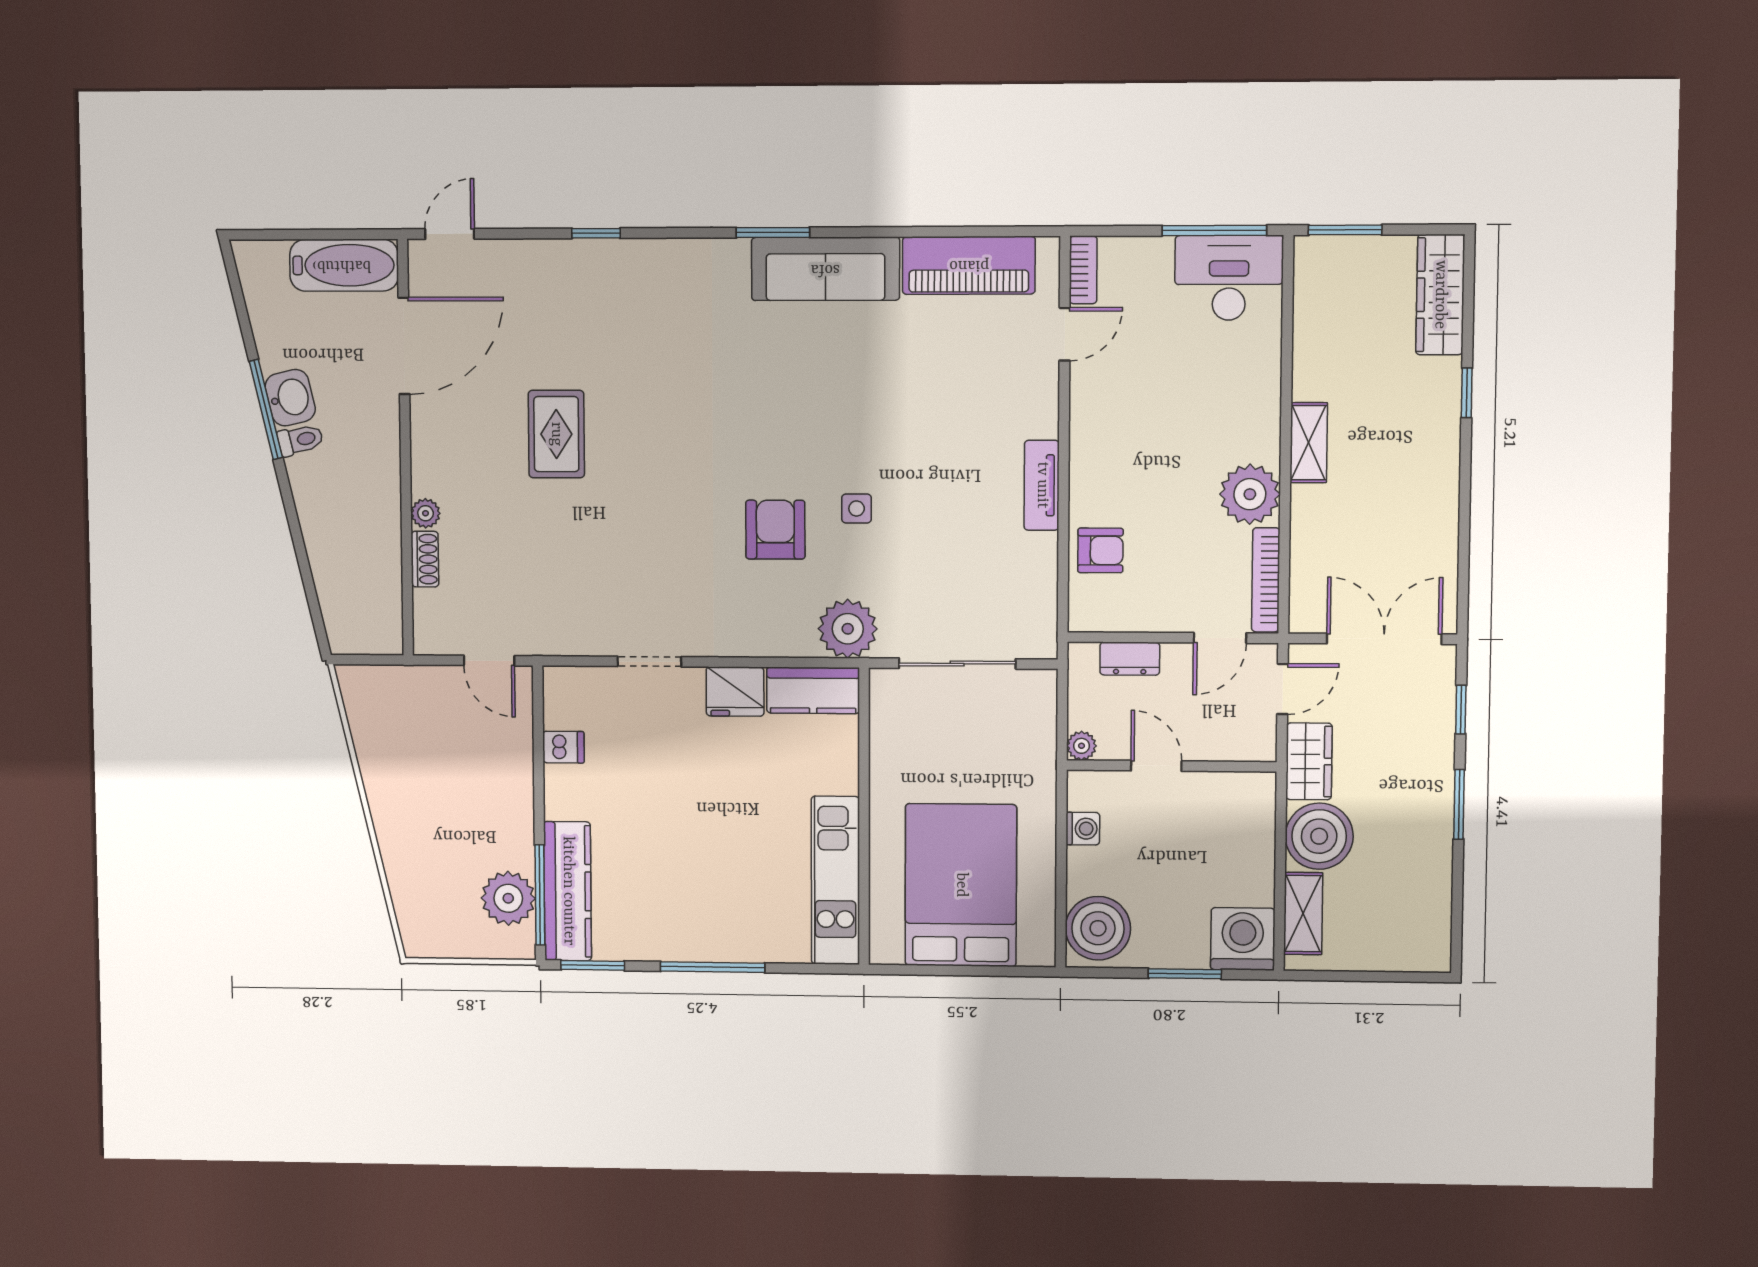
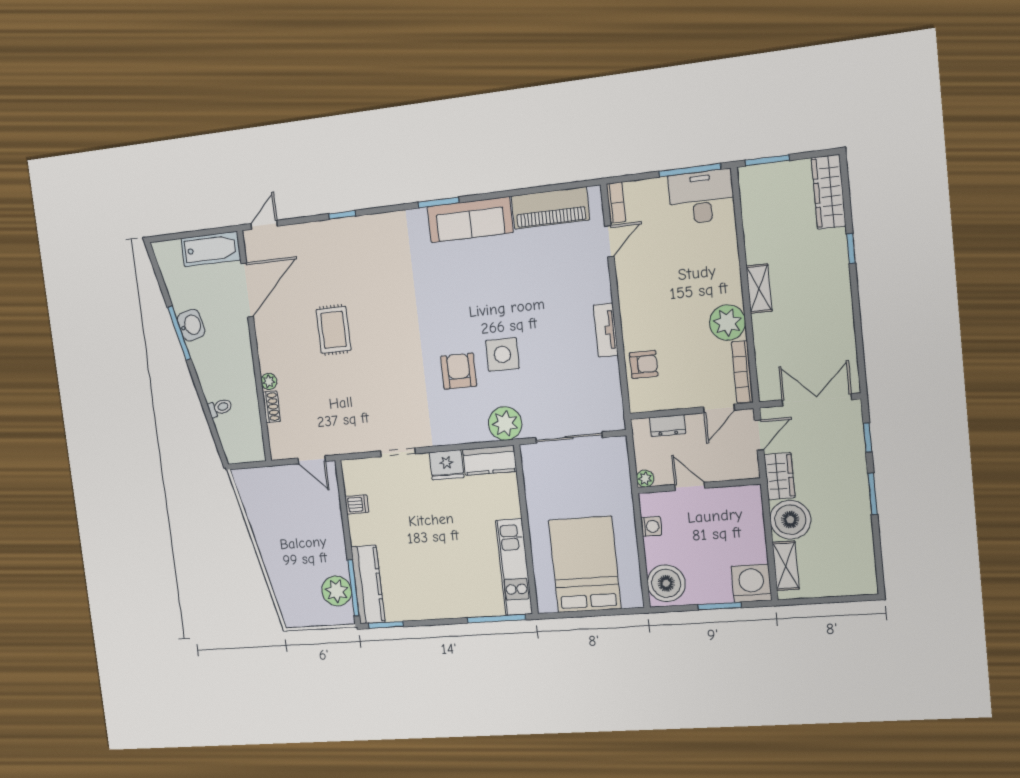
toilet: (300, 440) -> (220, 408), moved
side table: (857, 508) -> (502, 354), width x1.87, depth x1.87
window: (713, 967) -> (496, 619), moved

